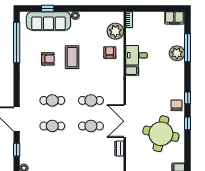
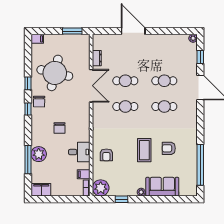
window: (48, 8) -> (121, 199), moved
sofa: (48, 21) -> (162, 187), width x0.73
plant: (115, 31) -> (101, 188), moved
filing cabinet: (132, 71) -> (84, 174), moved
chair: (156, 79) -> (59, 128), added

